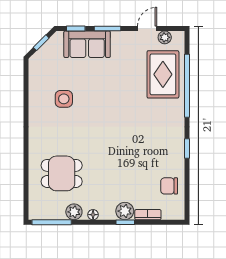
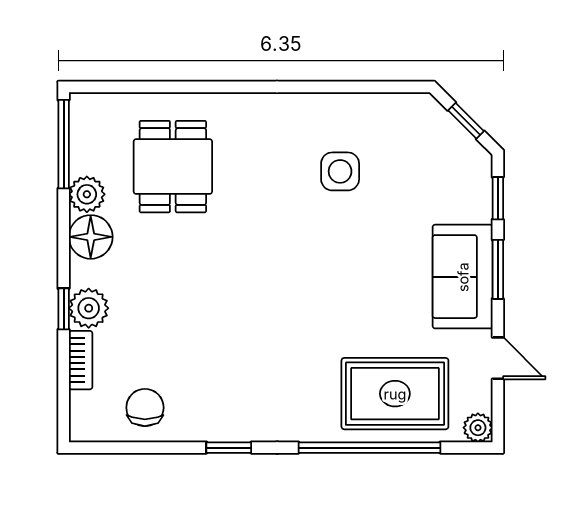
plant: (165, 37) -> (478, 428), moved
sofa: (87, 44) -> (463, 277), moved
floor lamp: (93, 215) -> (91, 237), width x1.89, depth x1.89

